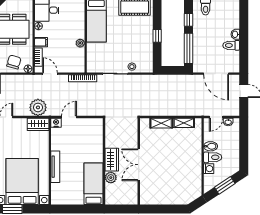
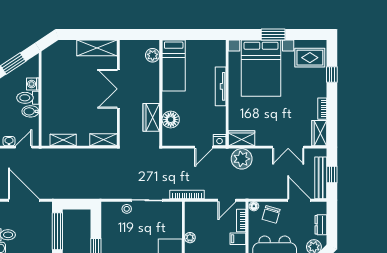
door: (50, 74) -> (227, 200), hinge flipped
shelving: (161, 123) -> (103, 140), moved
floor lamp: (96, 140) -> (171, 120), added
wardrobe: (112, 160) -> (151, 117), moved
double door: (139, 165) -> (118, 89), swing flipped
plant: (111, 178) -> (153, 55), moved
shelving: (156, 198) -> (97, 48), added

